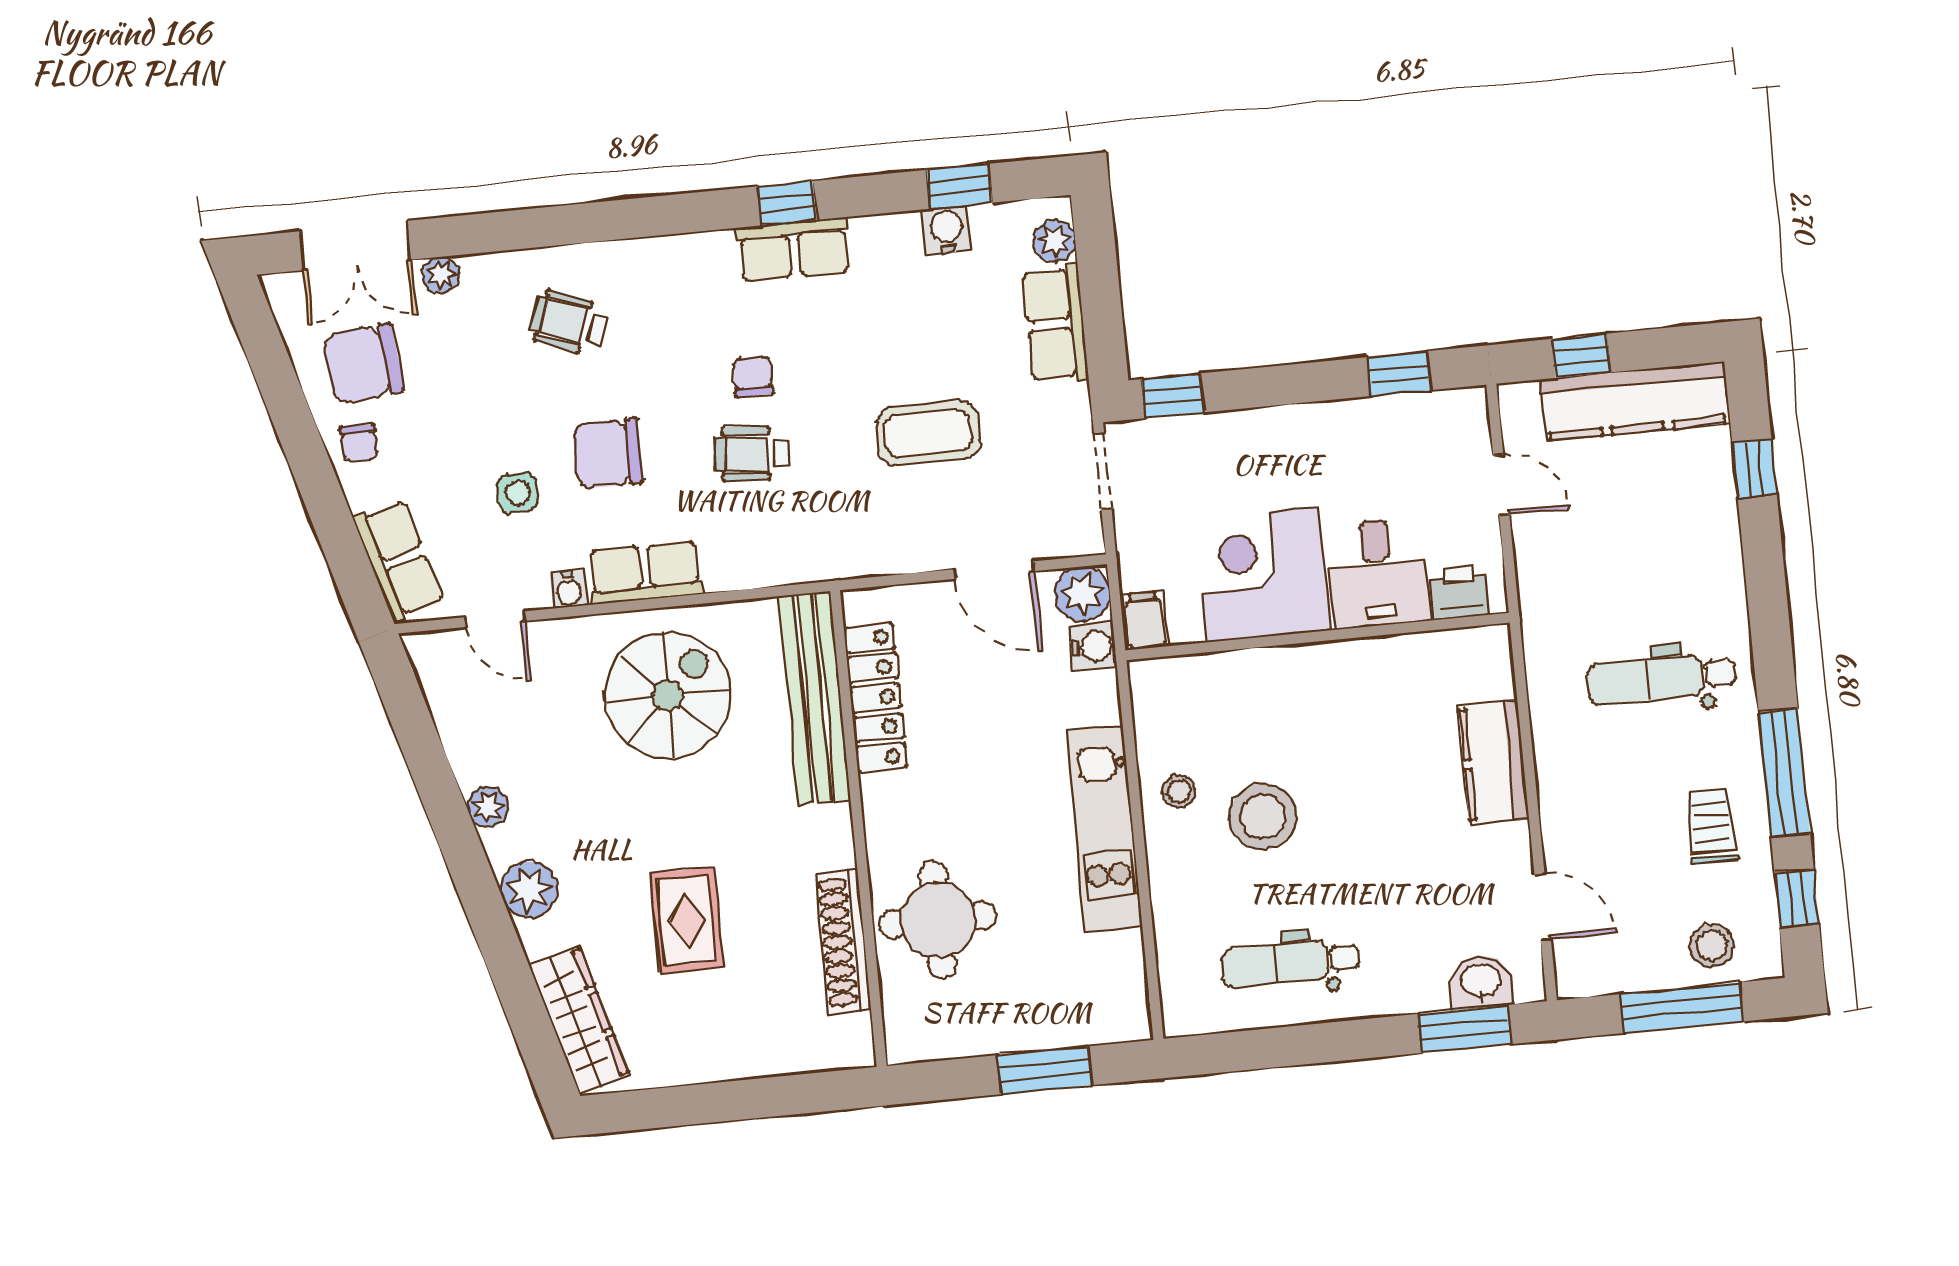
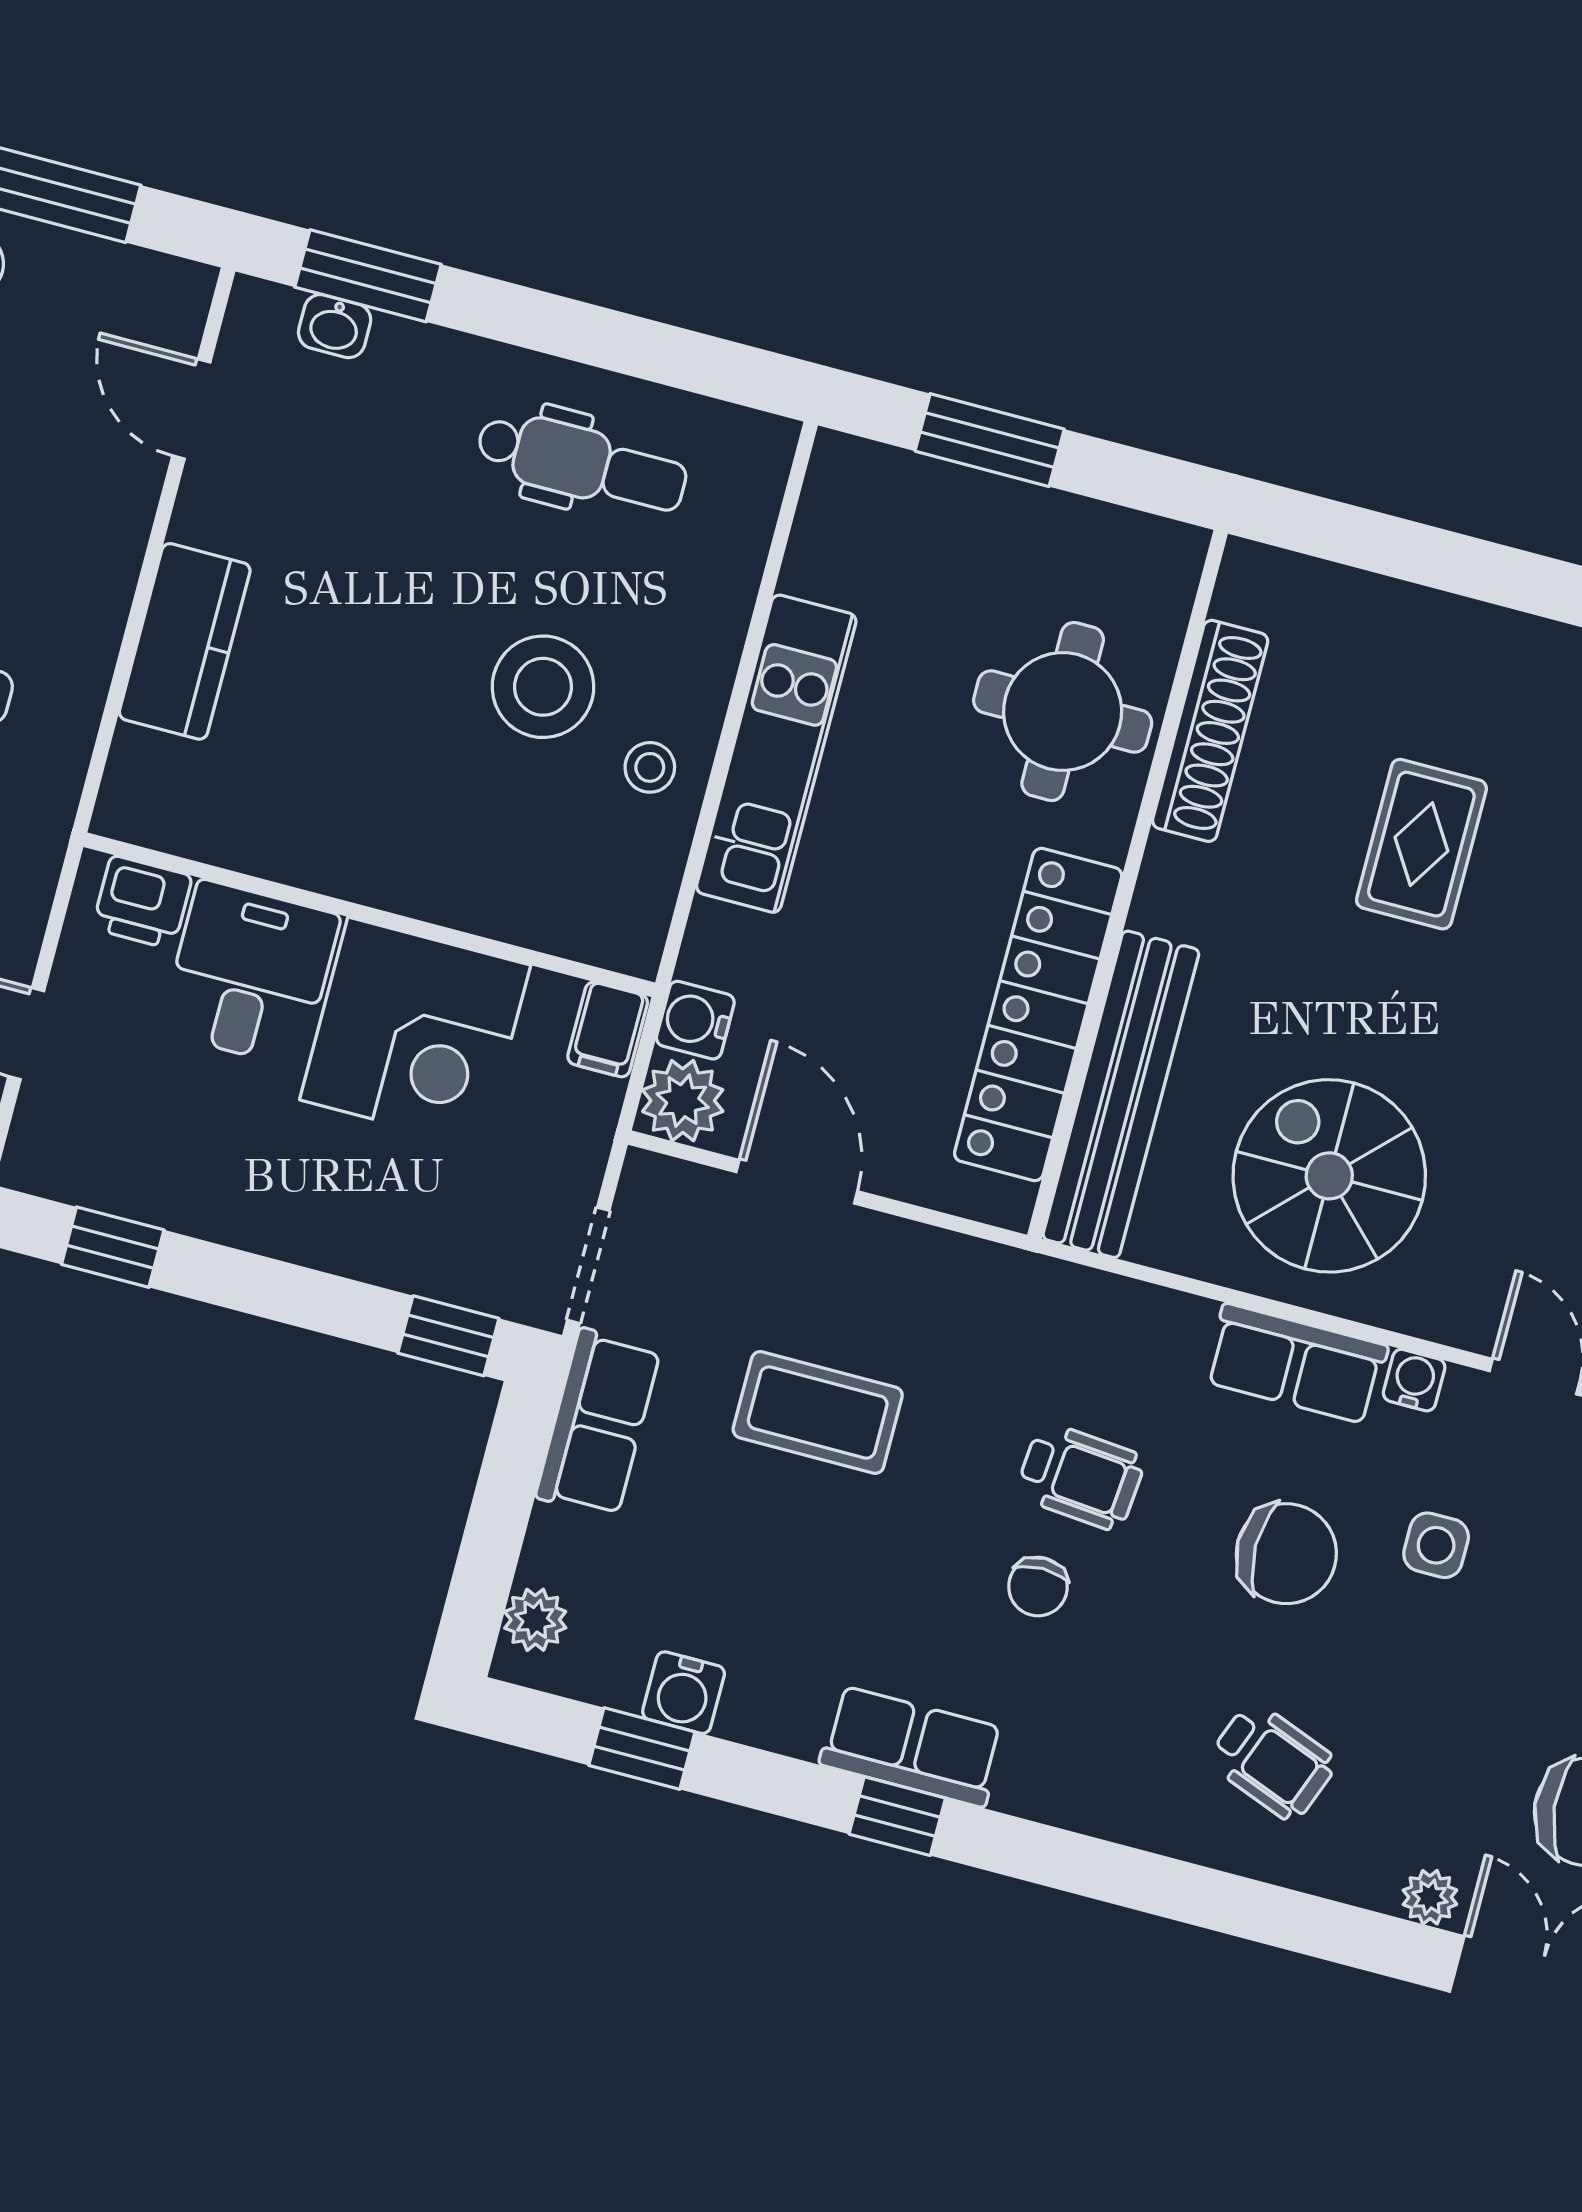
row of seats: (1056, 324) -> (598, 1423), moved
spiral stairs: (668, 695) -> (1329, 1176), turned 90
locker: (875, 698) -> (1038, 1015), width x1.41, depth x1.21
washbasin: (1481, 982) -> (335, 326), width x0.72, depth x0.69

